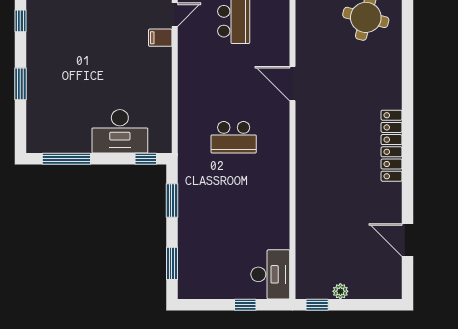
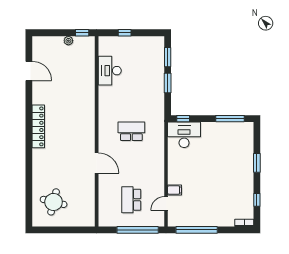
desk: (120, 131) -> (184, 135), moved
window: (172, 200) -> (168, 83), moved
desk: (270, 274) -> (110, 71), moved

